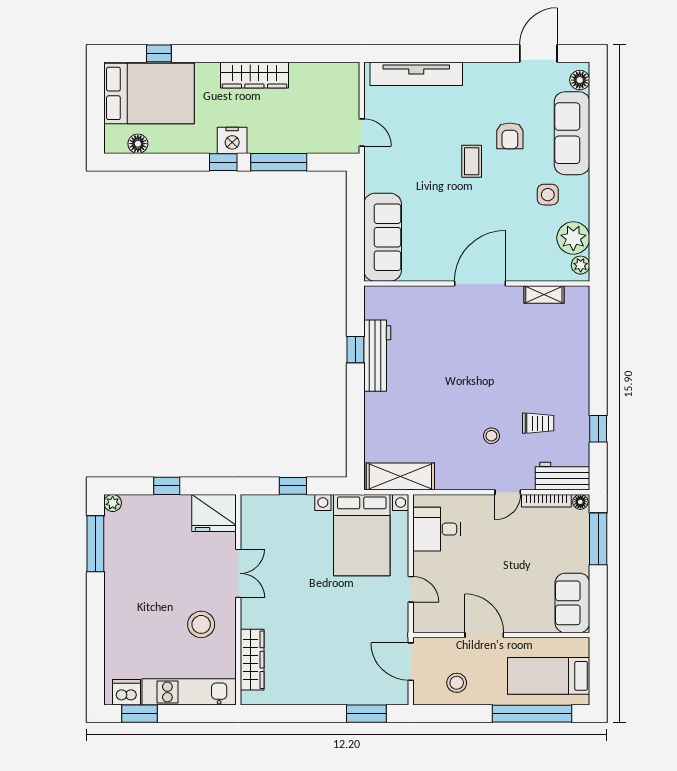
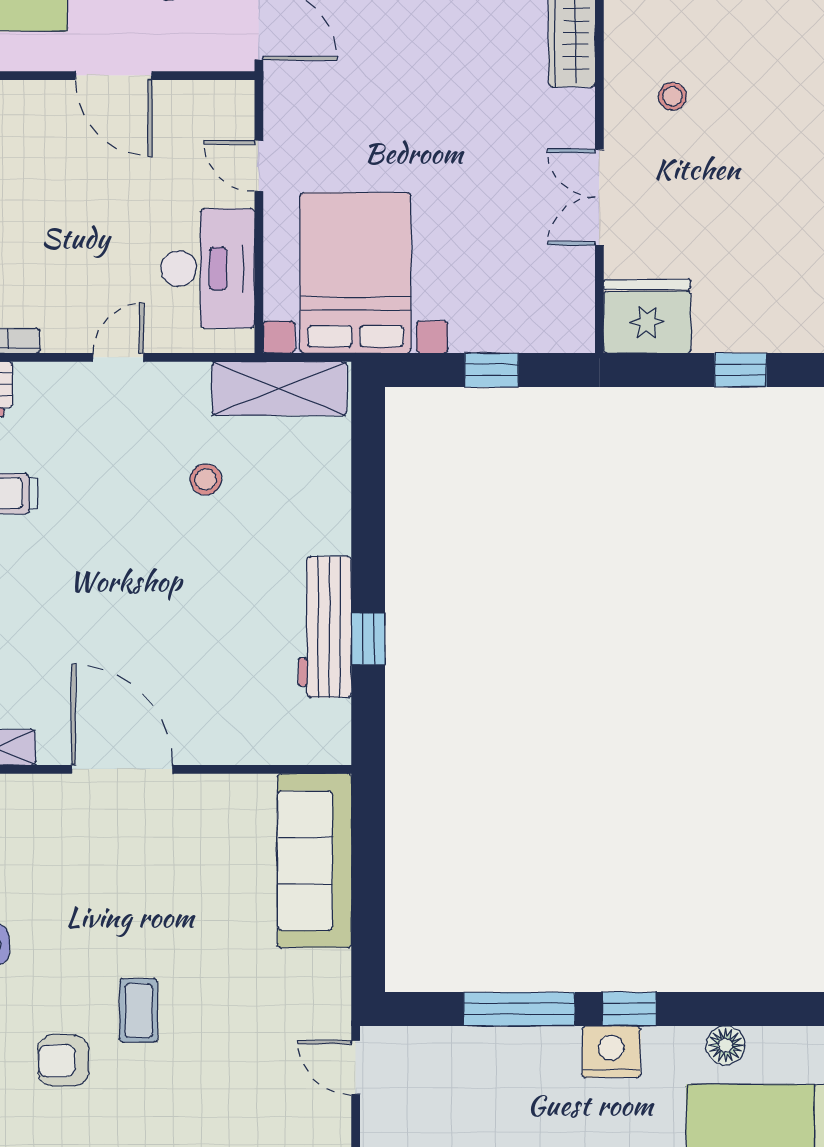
armchair: (510, 136) -> (63, 1061), turned -90
floor lamp: (138, 144) -> (726, 1045), moved
door: (480, 283) -> (122, 769), swing flipped
stool: (491, 436) -> (206, 479), moved
door: (508, 492) -> (118, 357), moved
desk: (437, 529) -> (208, 268), width x1.37
stool: (201, 624) -> (673, 96), width x0.53, depth x0.53

